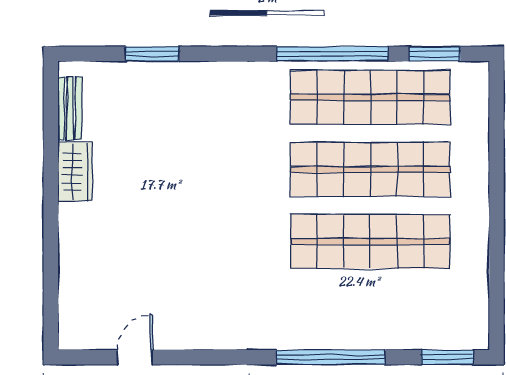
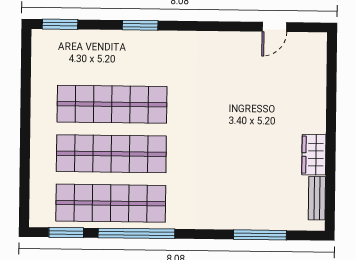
window: (152, 54) -> (260, 235), width x1.44
window: (331, 357) -> (140, 25), width x0.47

